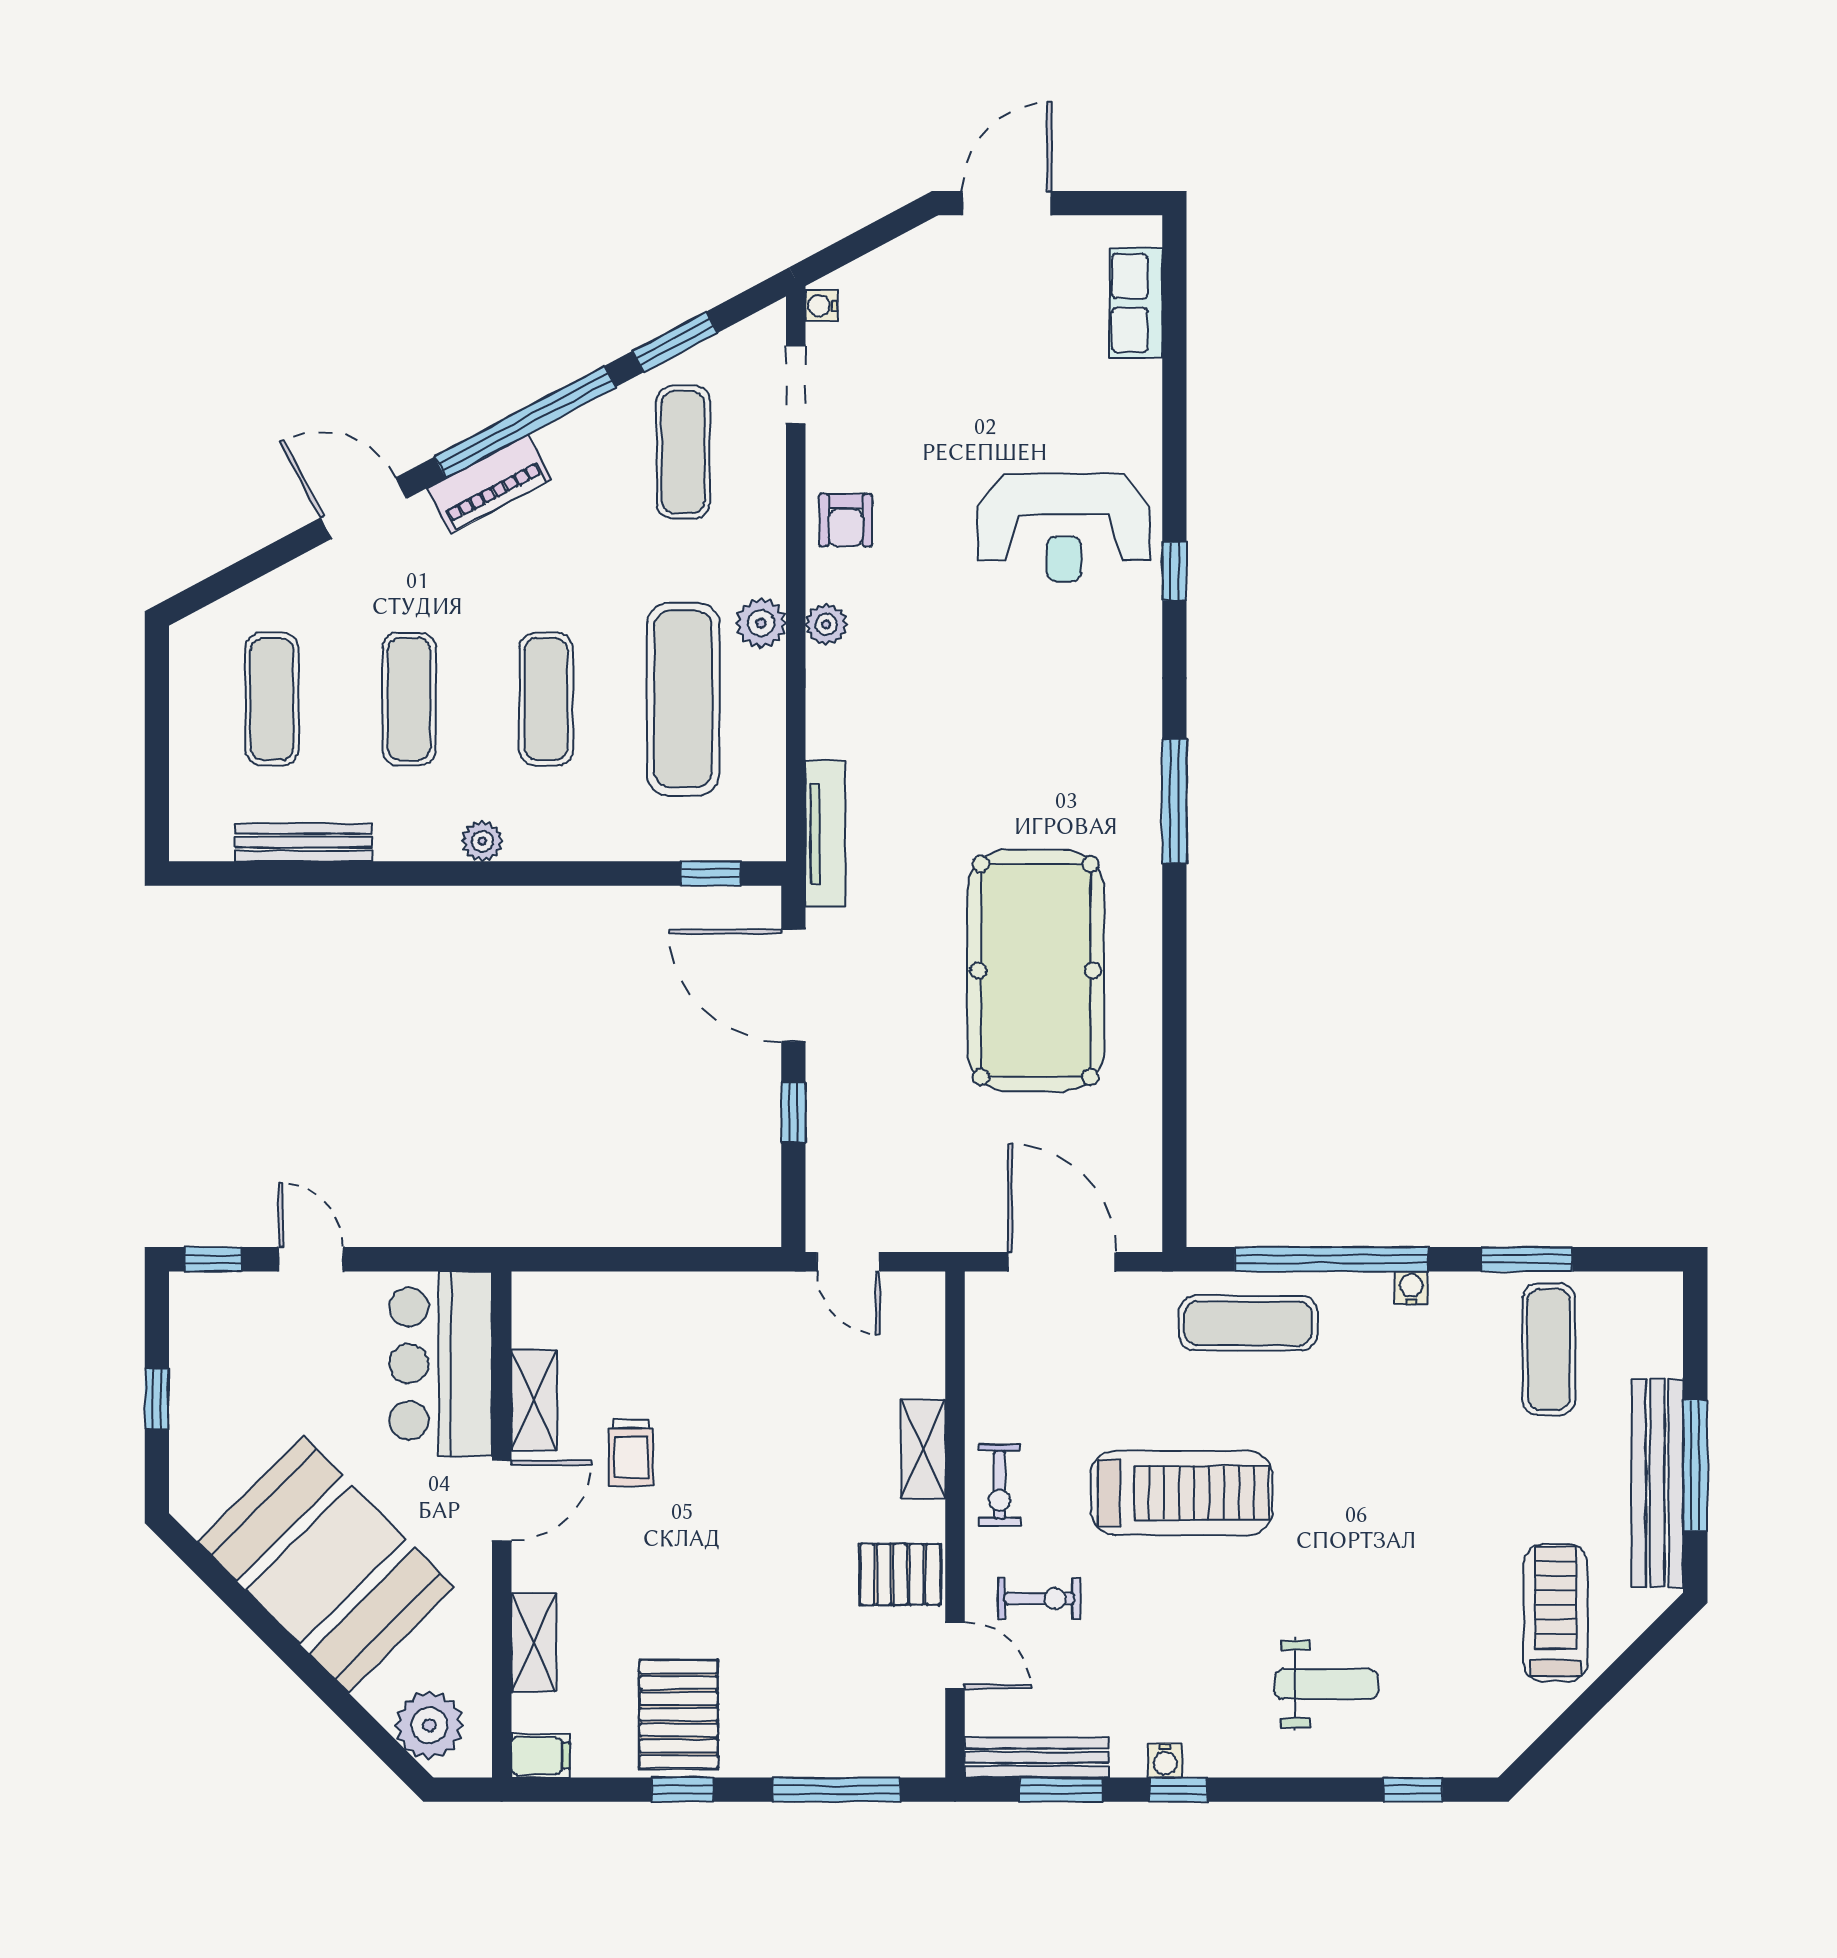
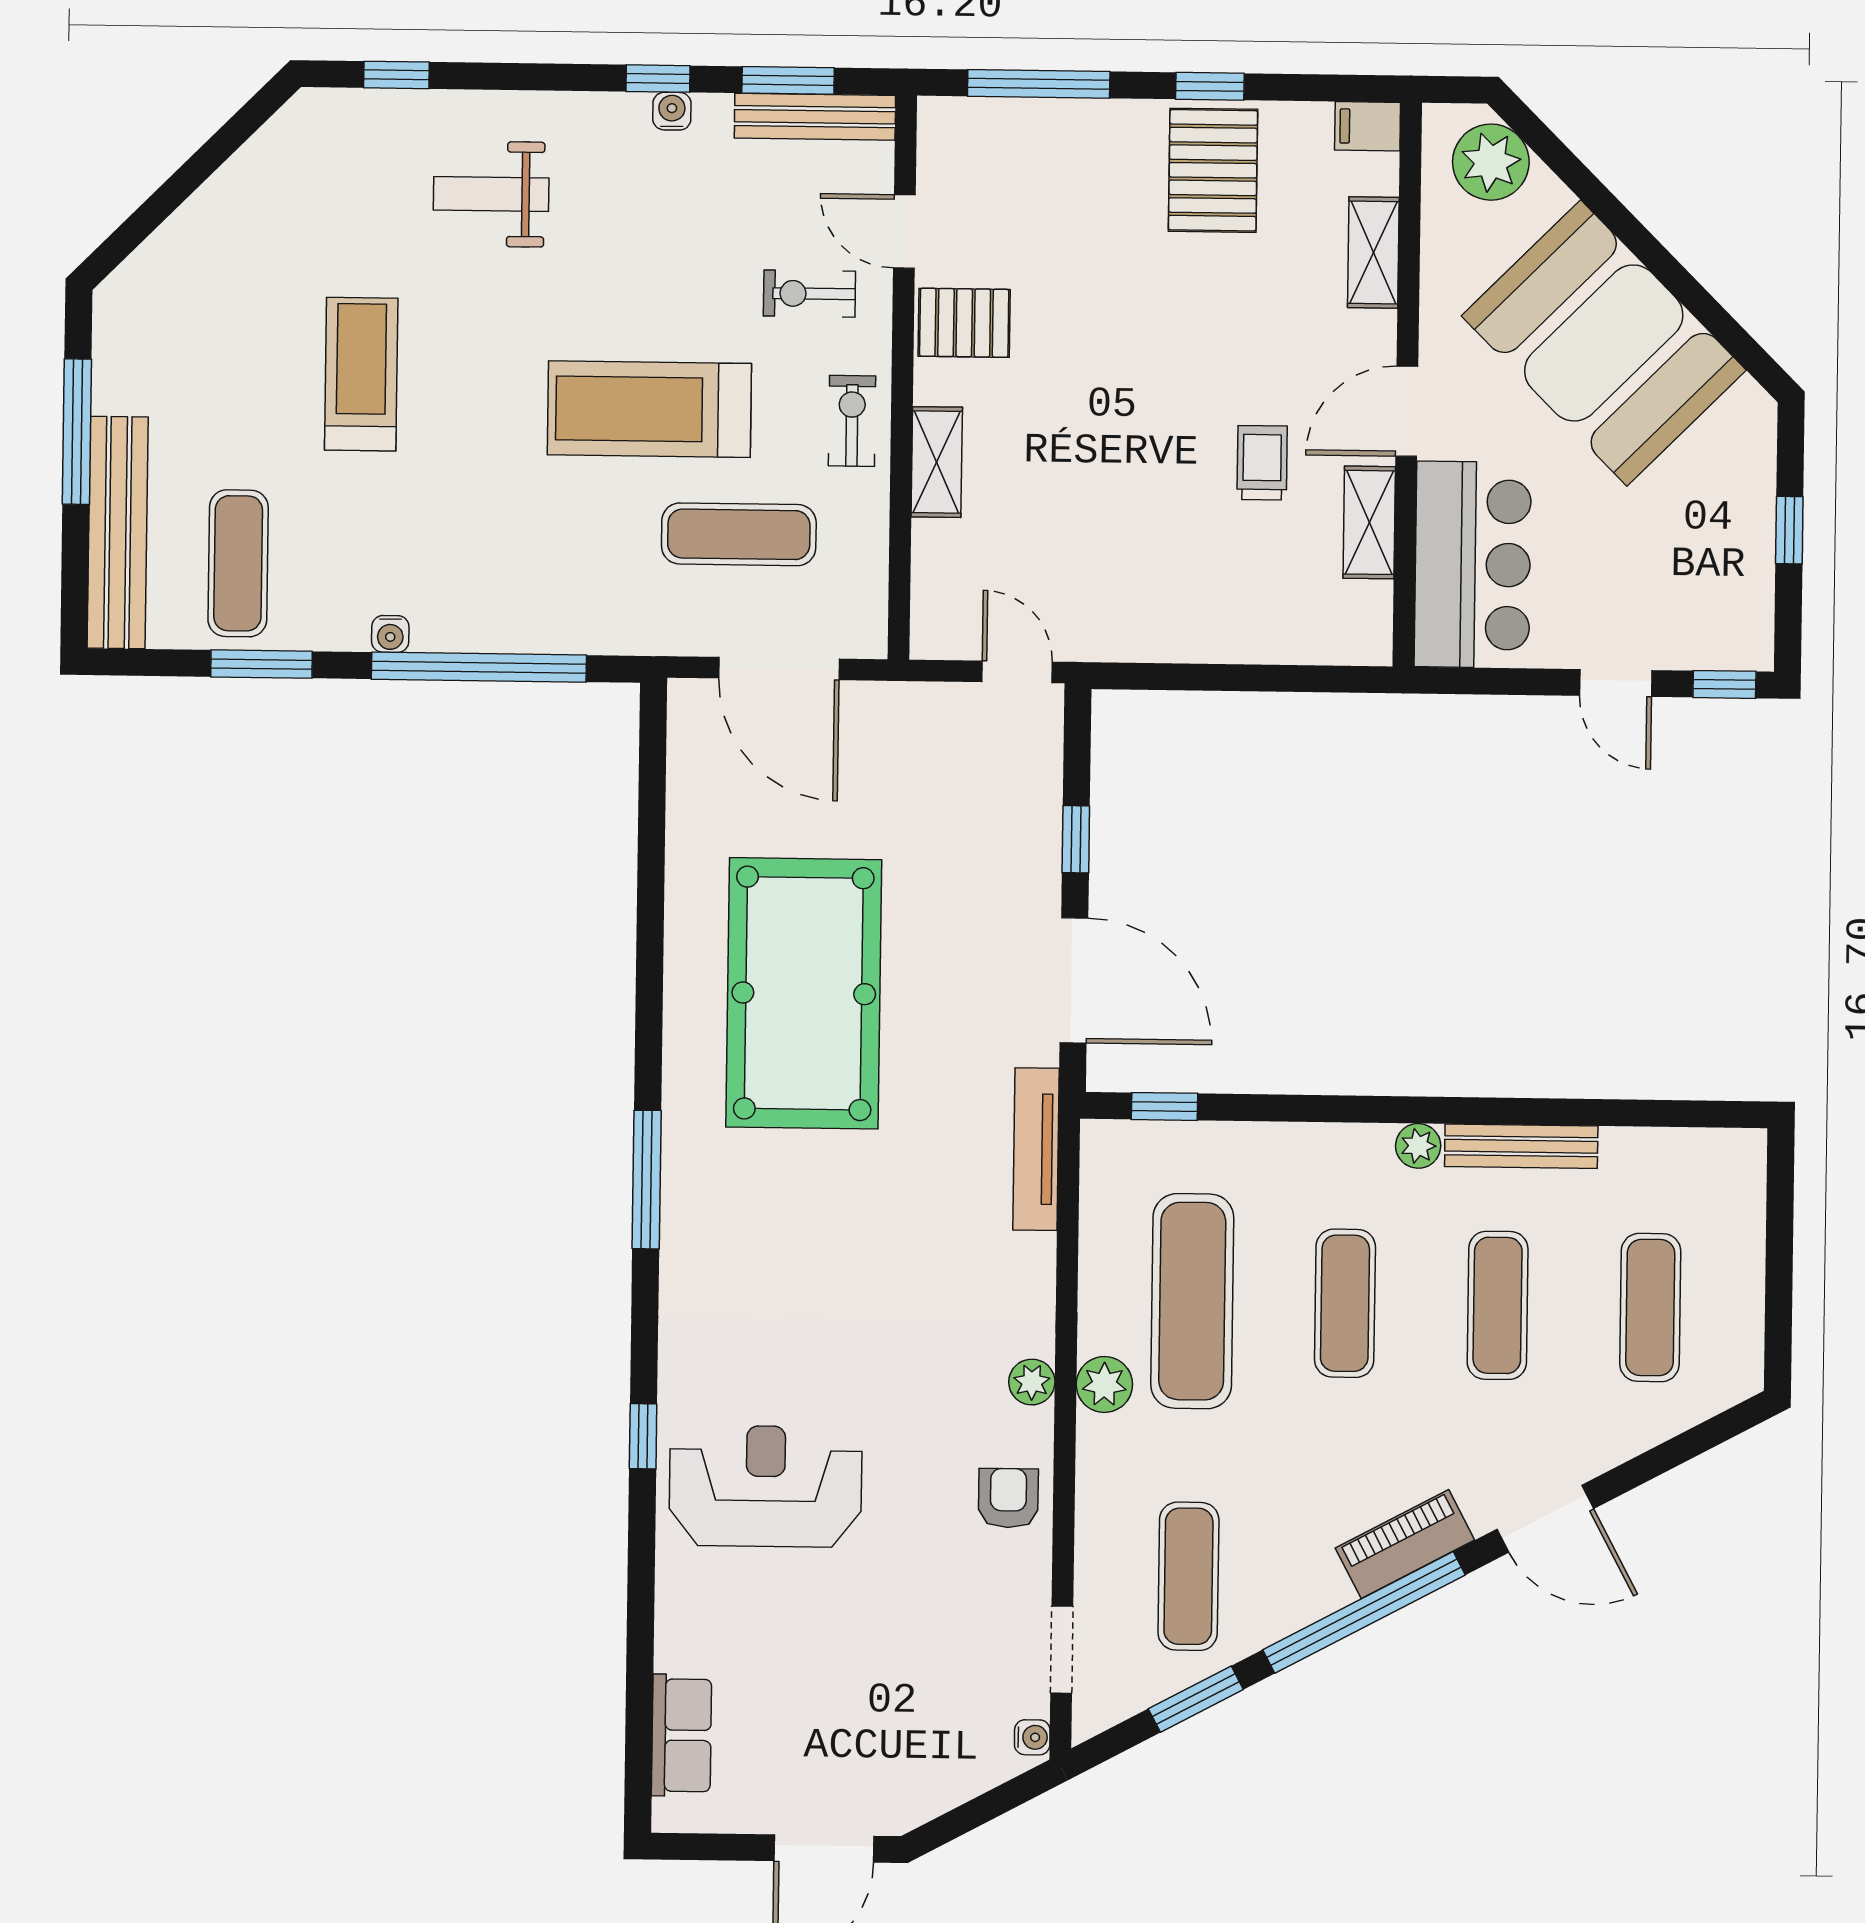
bench: (303, 842) -> (1521, 1146), moved
exercise mat: (1248, 1323) -> (739, 534), moved
bench: (1657, 1483) -> (118, 533), moved
treadmill: (1556, 1613) -> (361, 374), moved, turned 180

